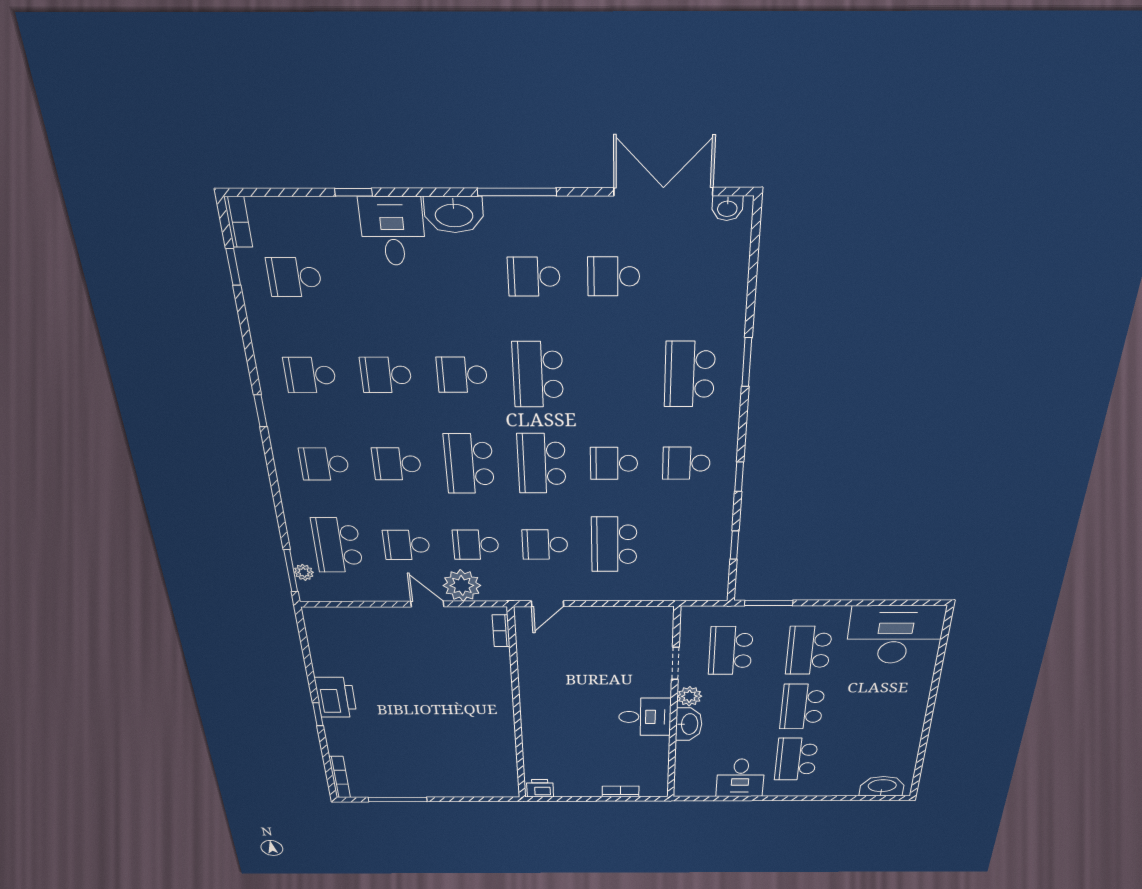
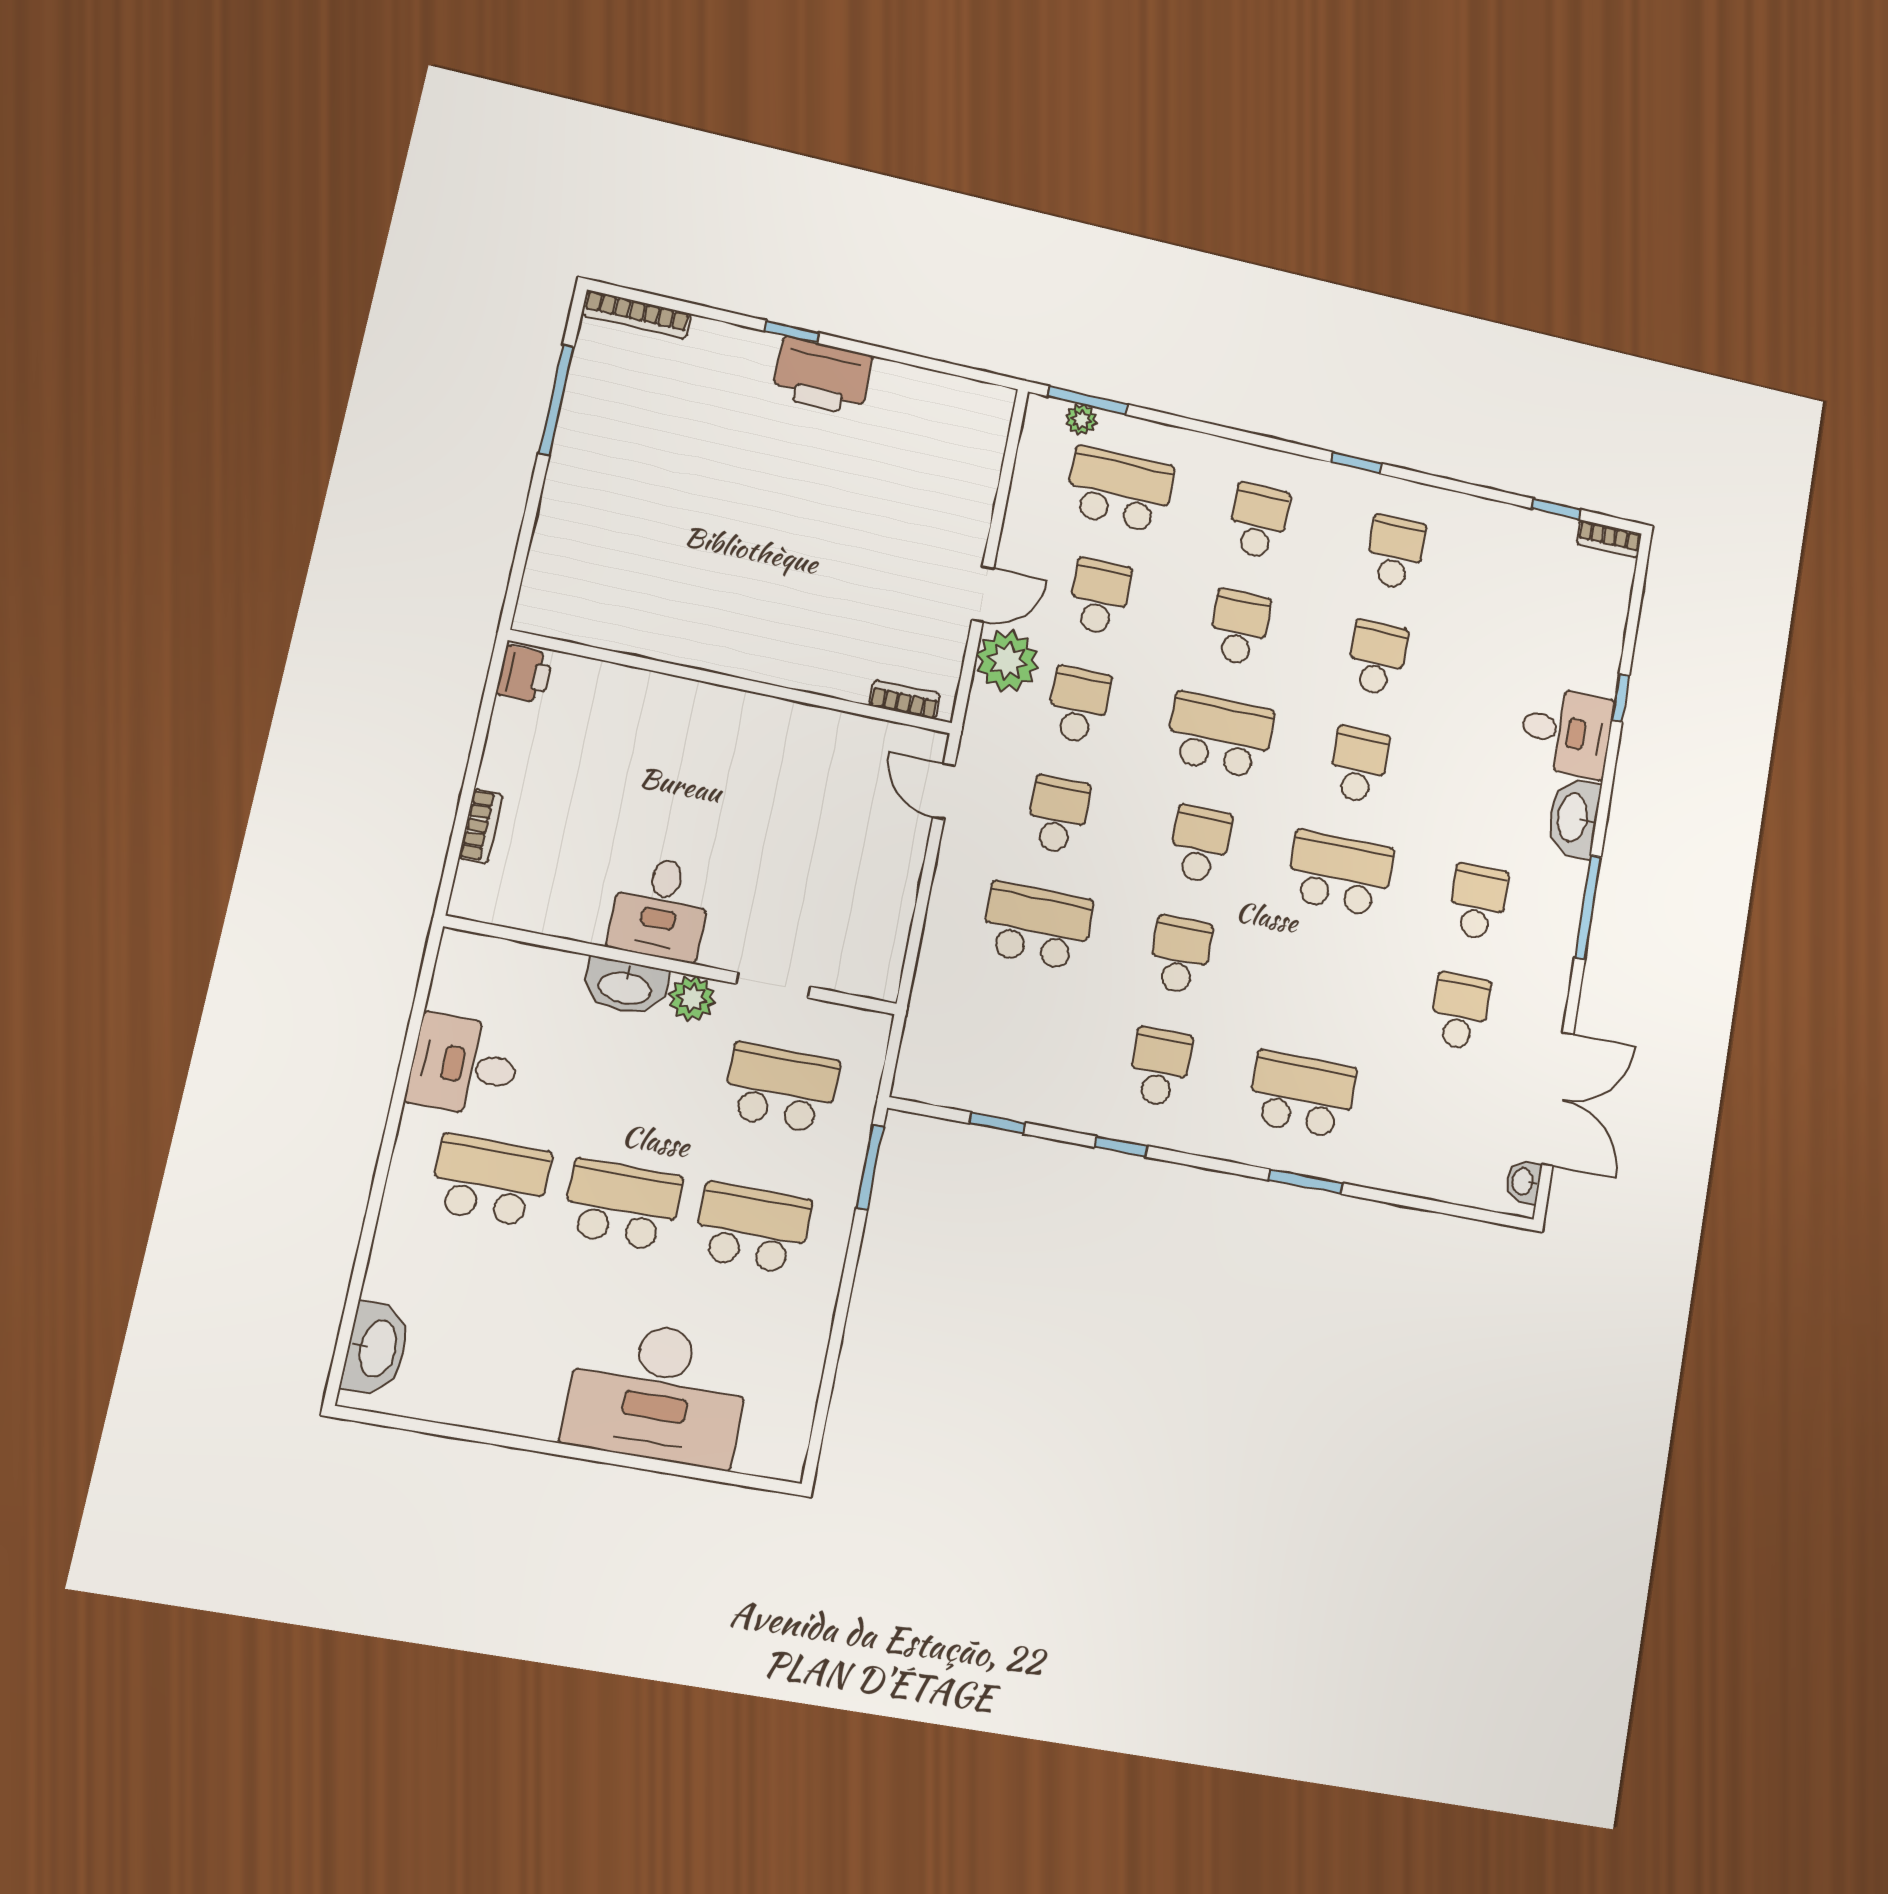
school desk: (294, 277) -> (1530, 583), removed
school desk: (542, 464) -> (1200, 844), width x0.54
desk: (895, 635) -> (658, 1393), moved, turned 90

